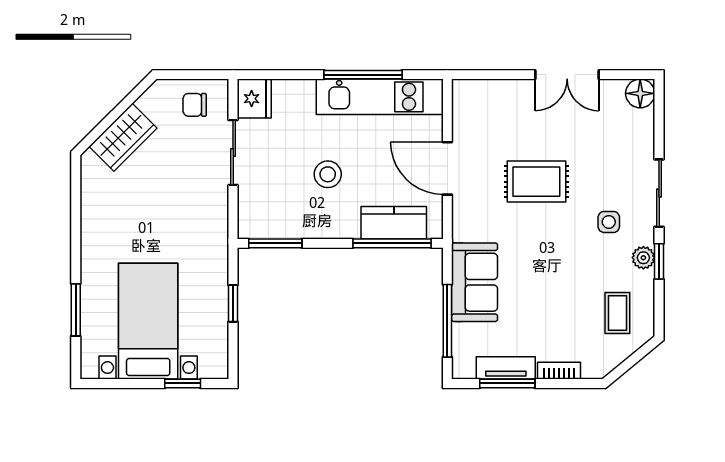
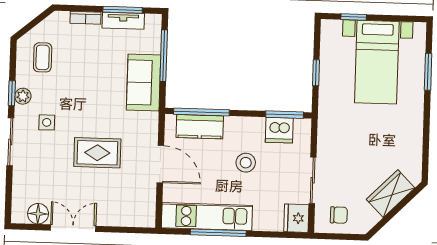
floor lamp: (640, 93) -> (38, 214), moved
dishwasher: (282, 221) -> (279, 130), added

